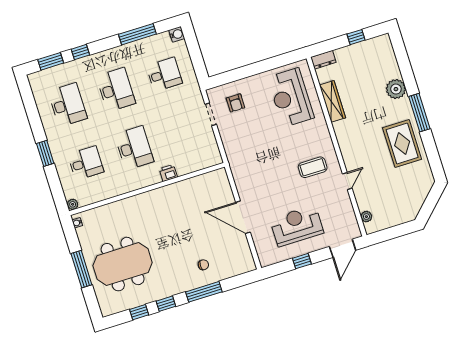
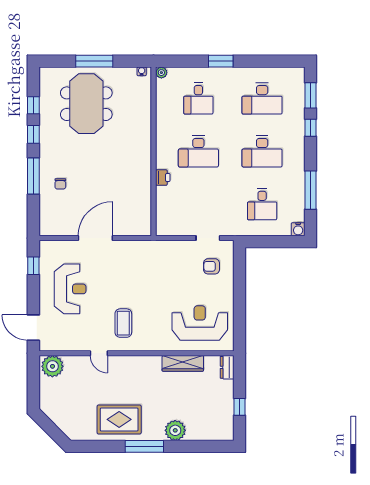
plant: (366, 217) -> (52, 366), width x1.88, depth x1.88
window: (302, 261) -> (33, 266), moved

